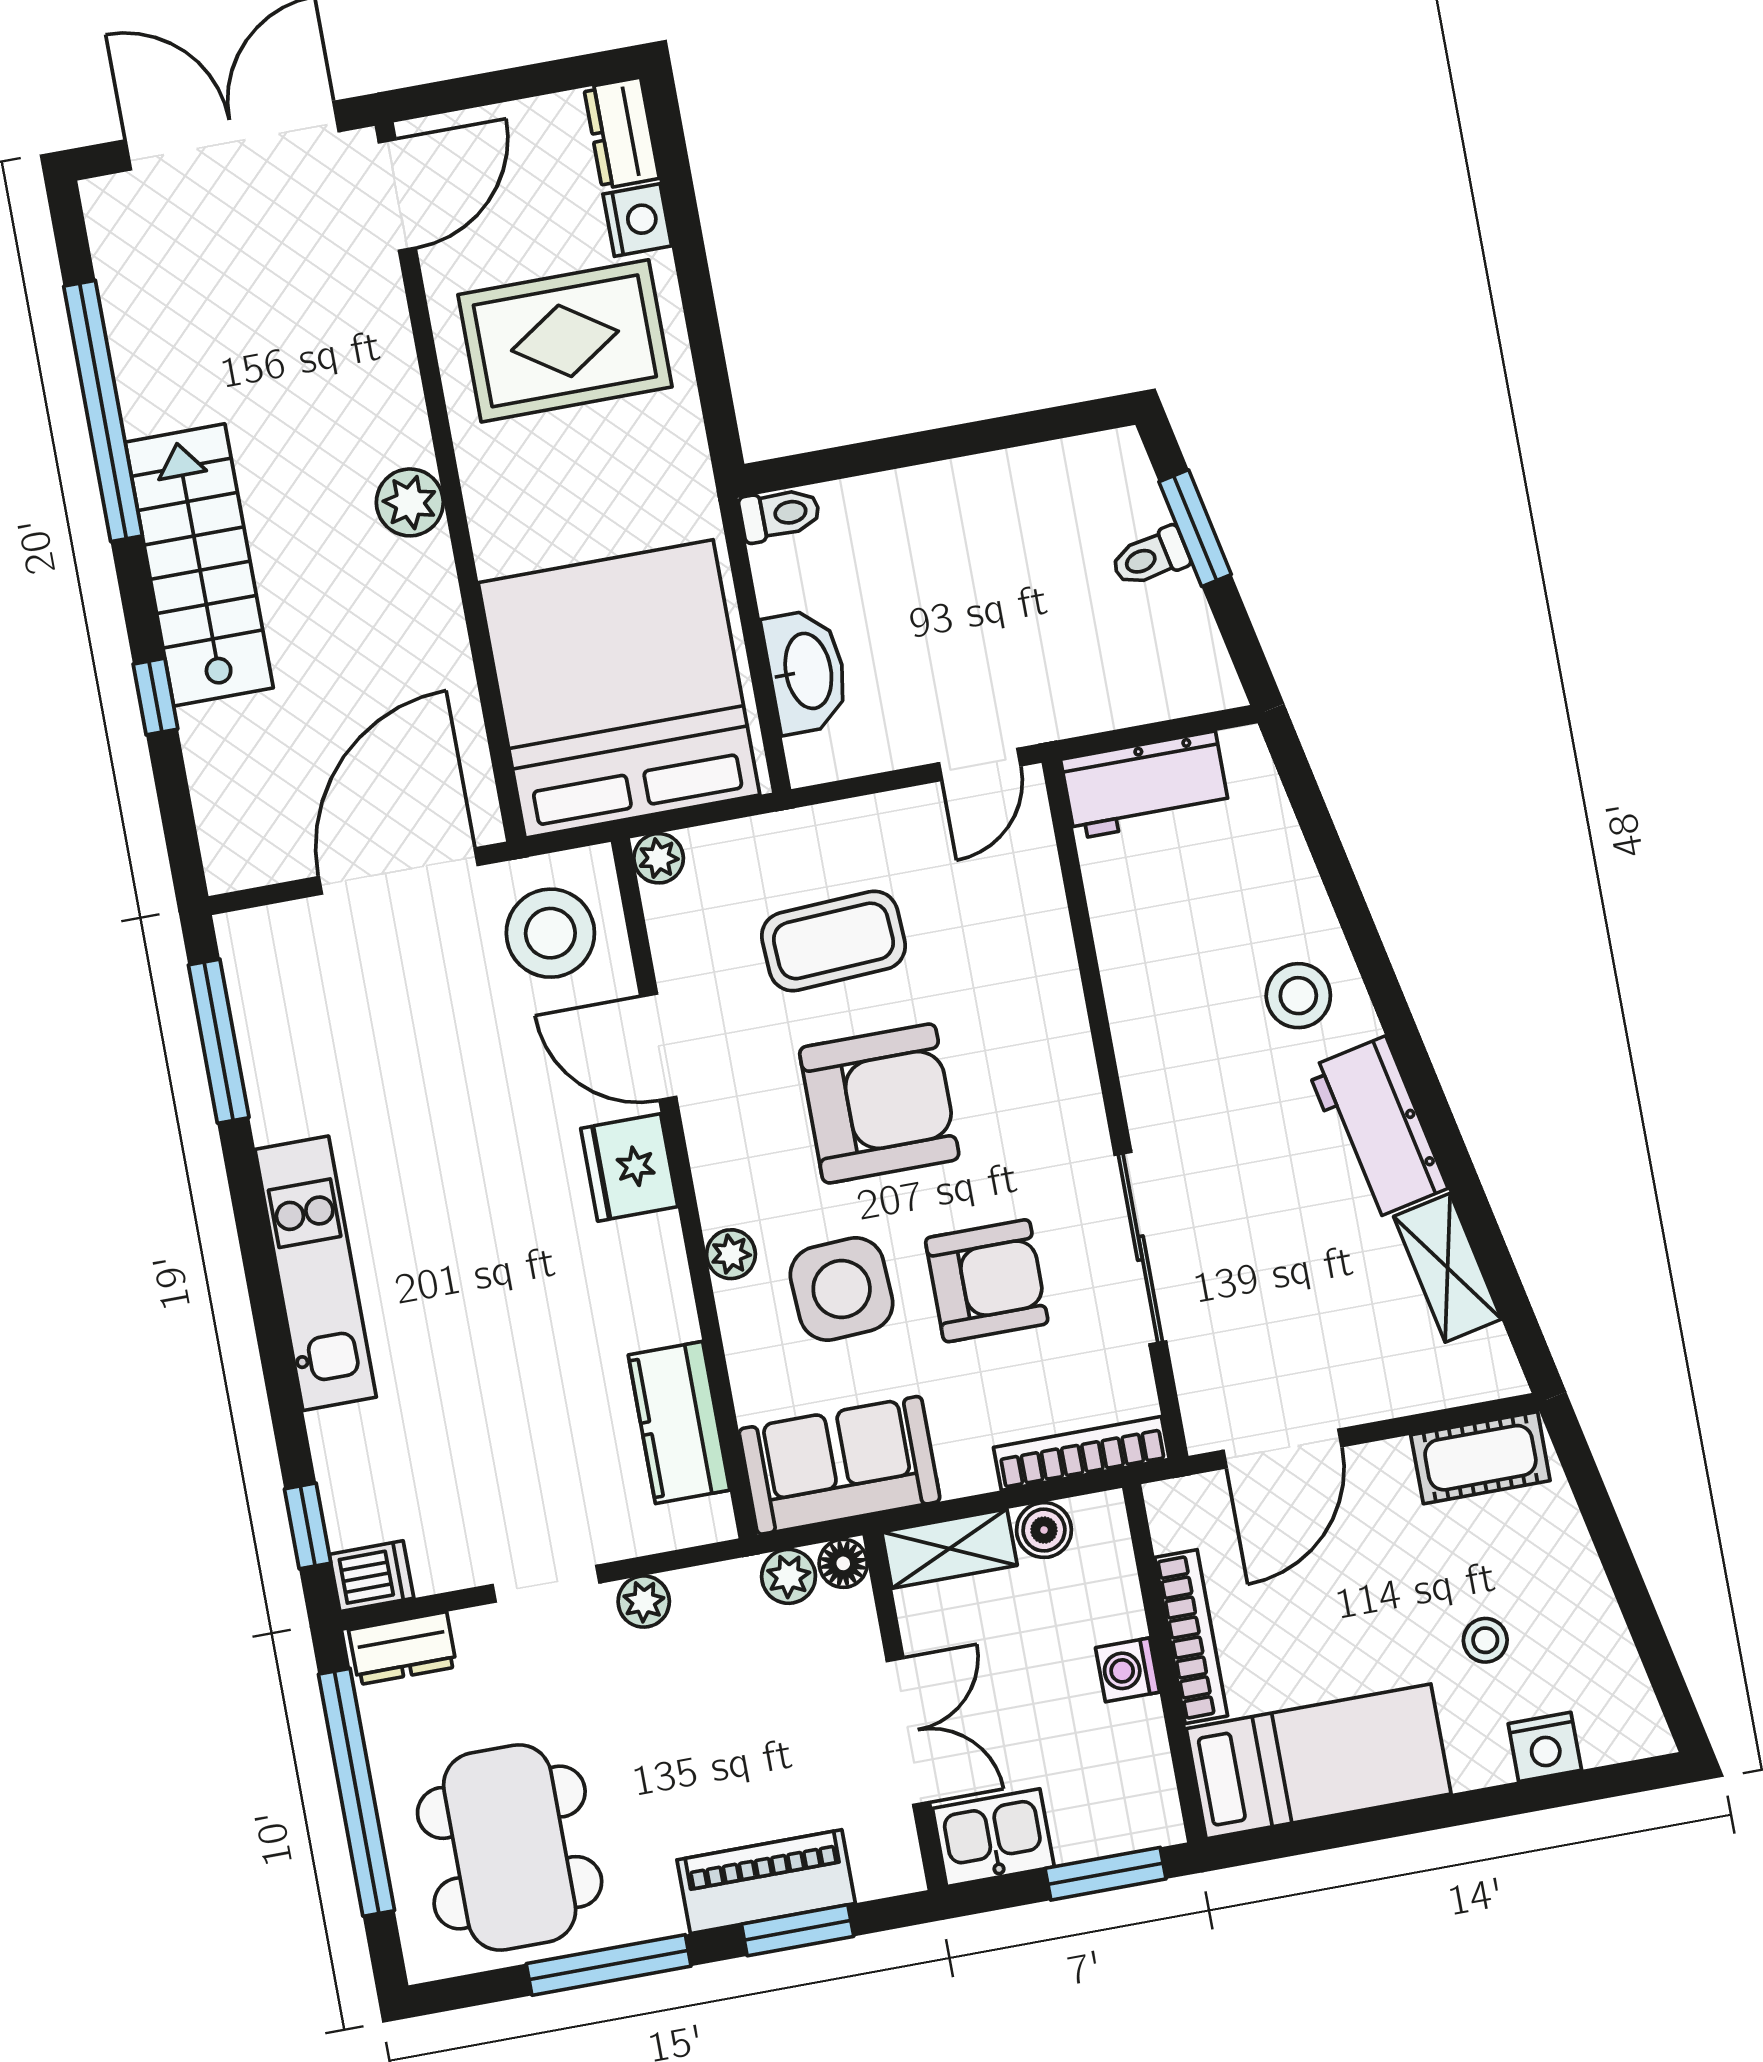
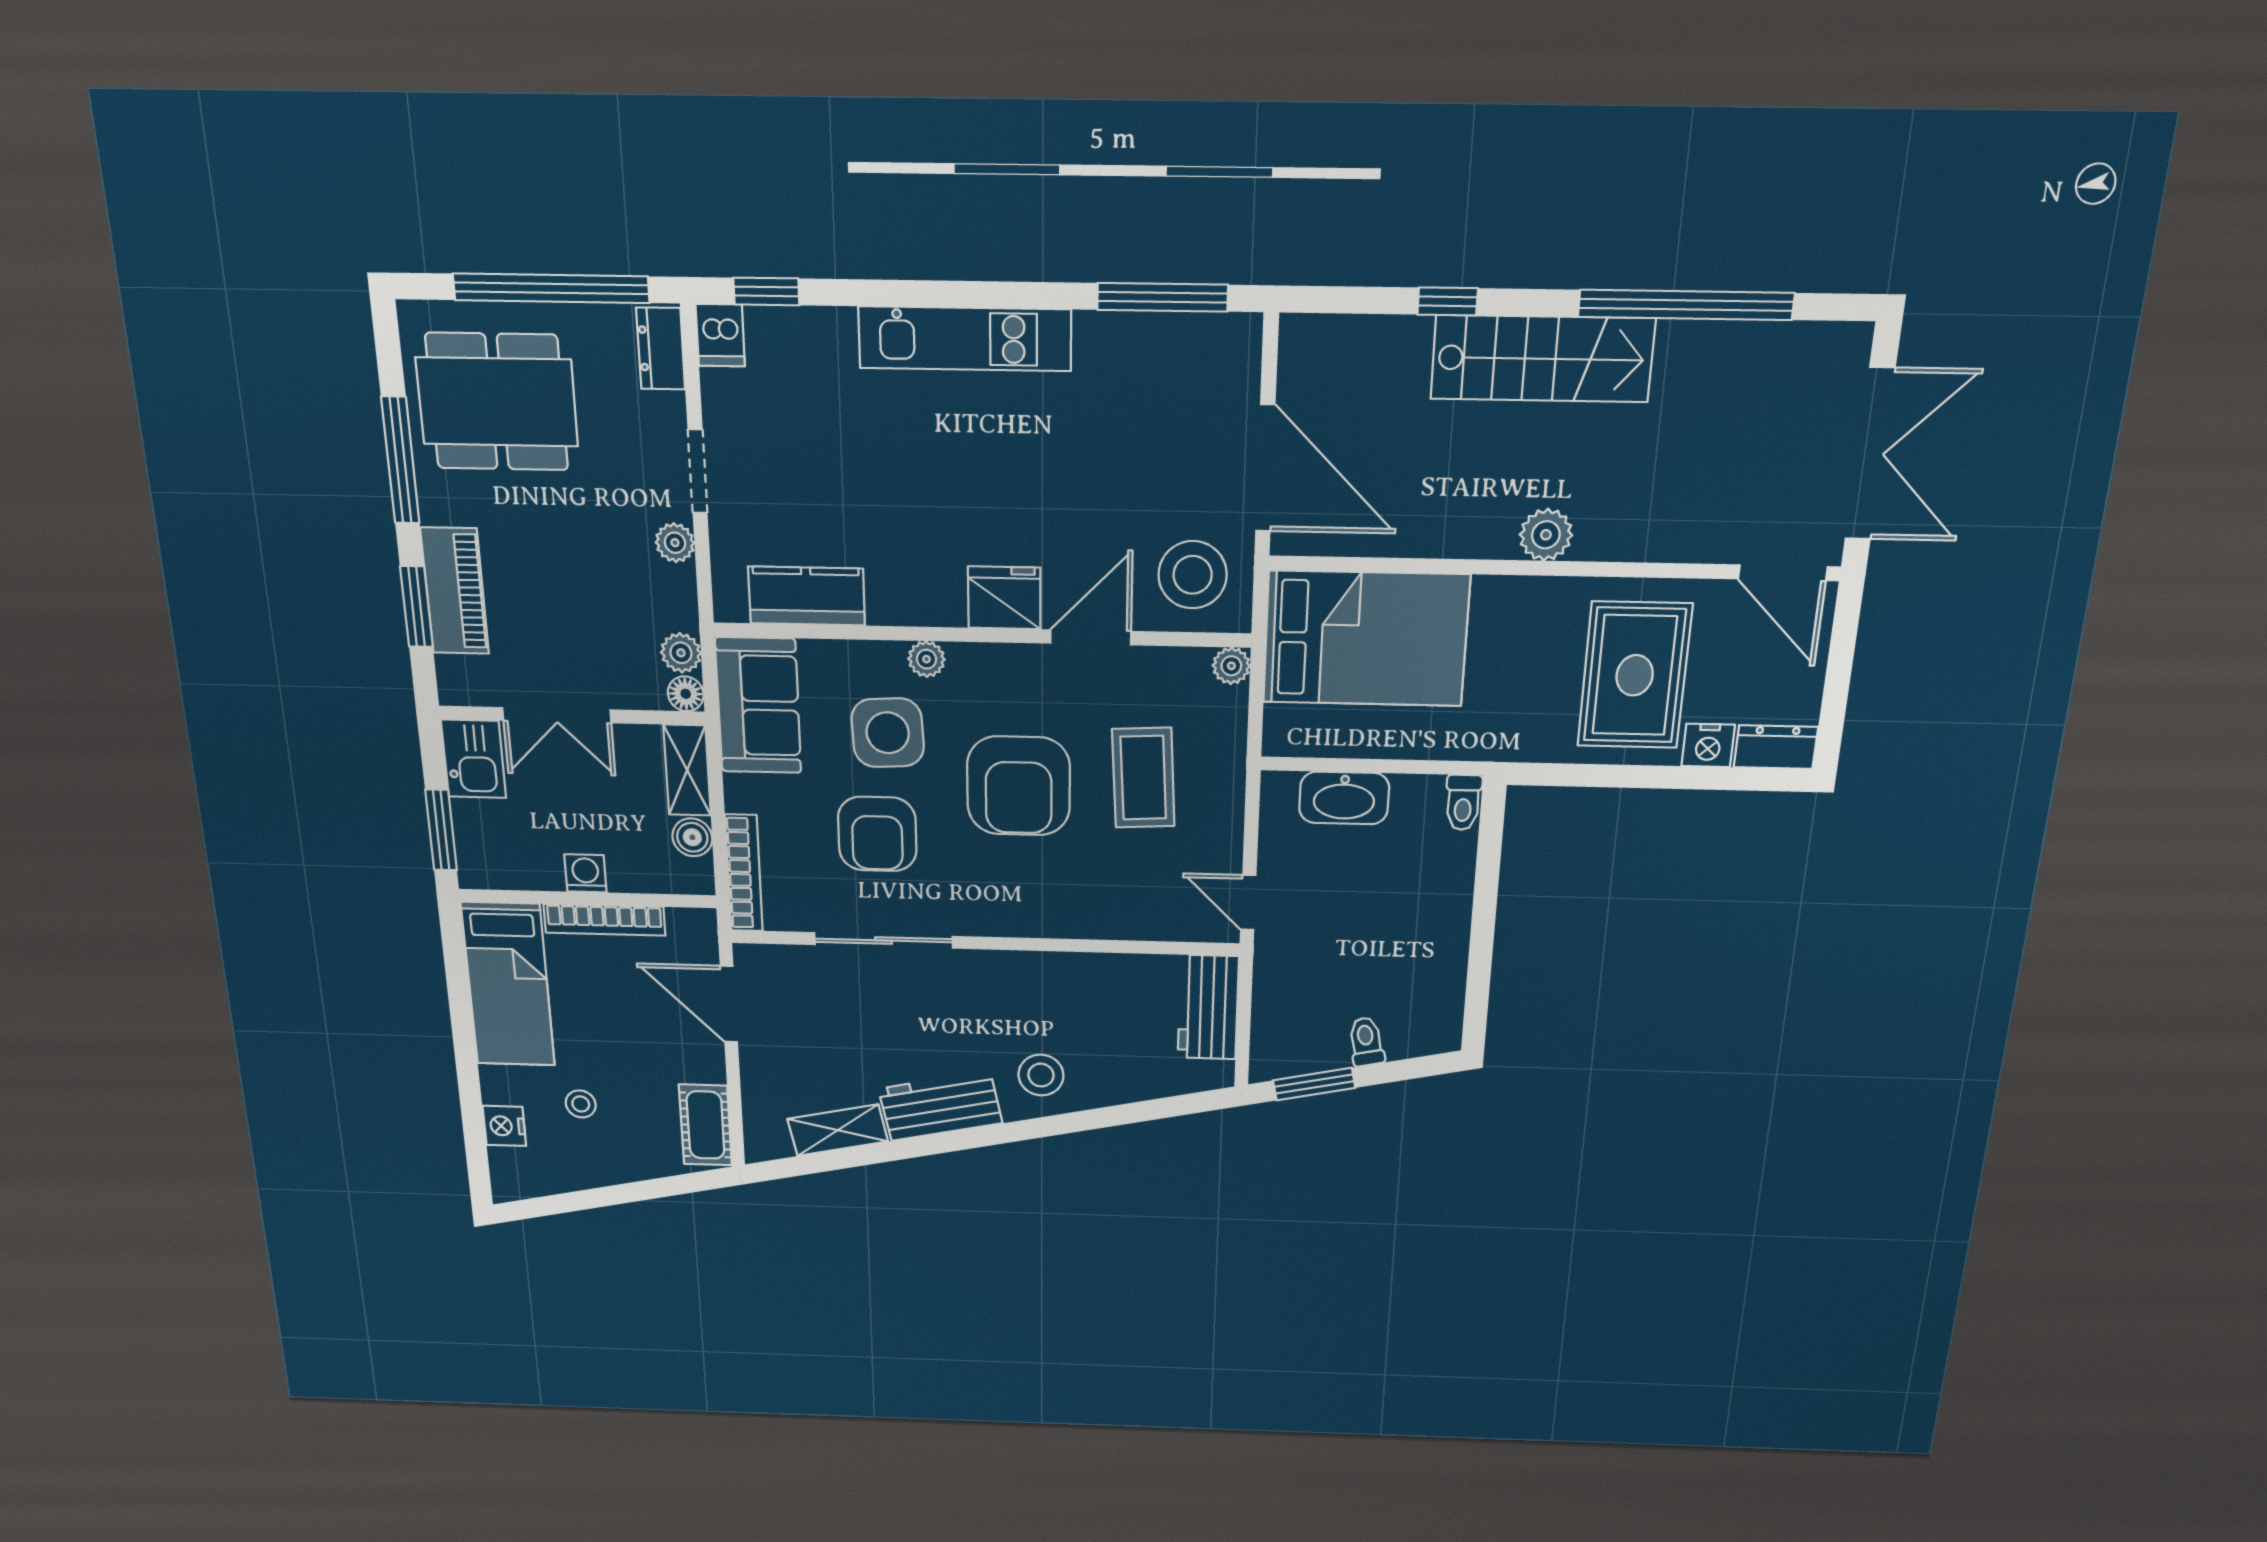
window: (1195, 528) -> (1314, 1084), moved
bed: (619, 689) -> (1366, 639), width x0.73

